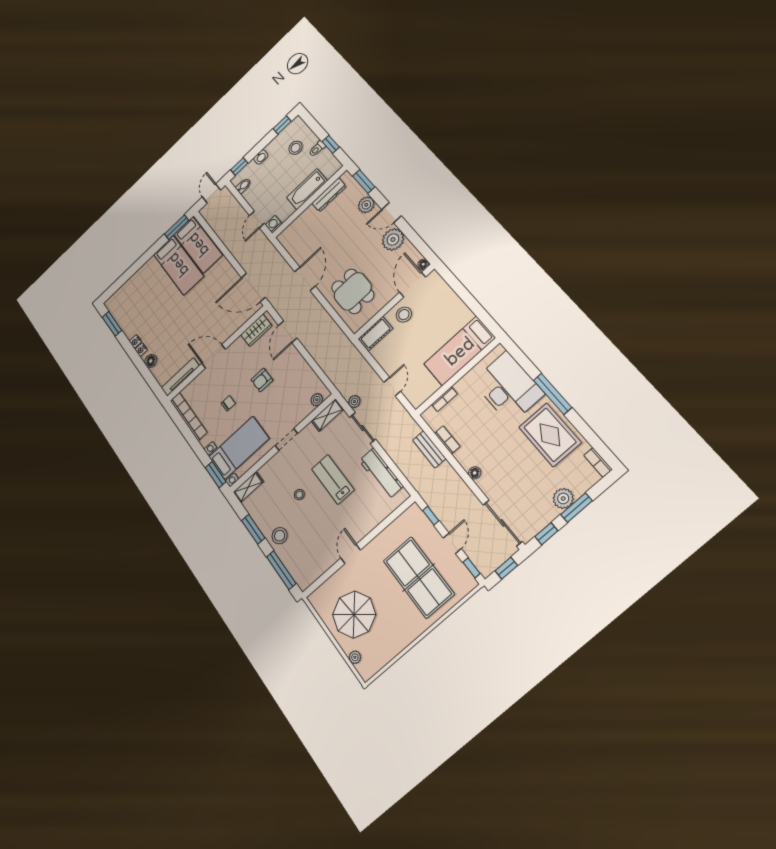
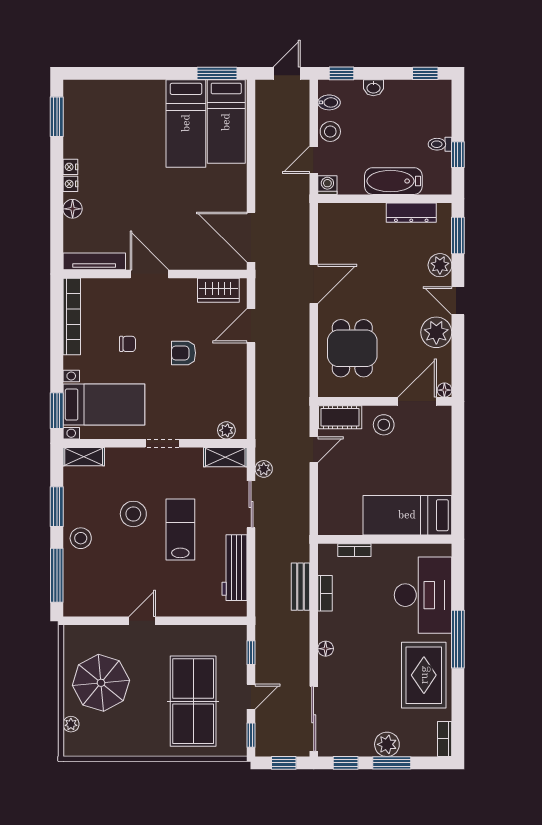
stool: (296, 148) -> (330, 132), moved
door: (392, 387) -> (314, 450), moved
stool: (299, 495) -> (133, 514), width x1.89, depth x1.89

